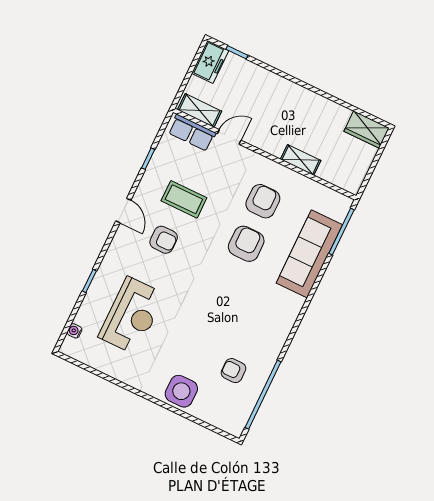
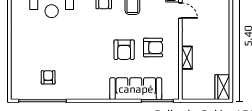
armchair: (246, 244) -> (124, 50), turned 90
side table: (181, 391) -> (22, 53), removed

